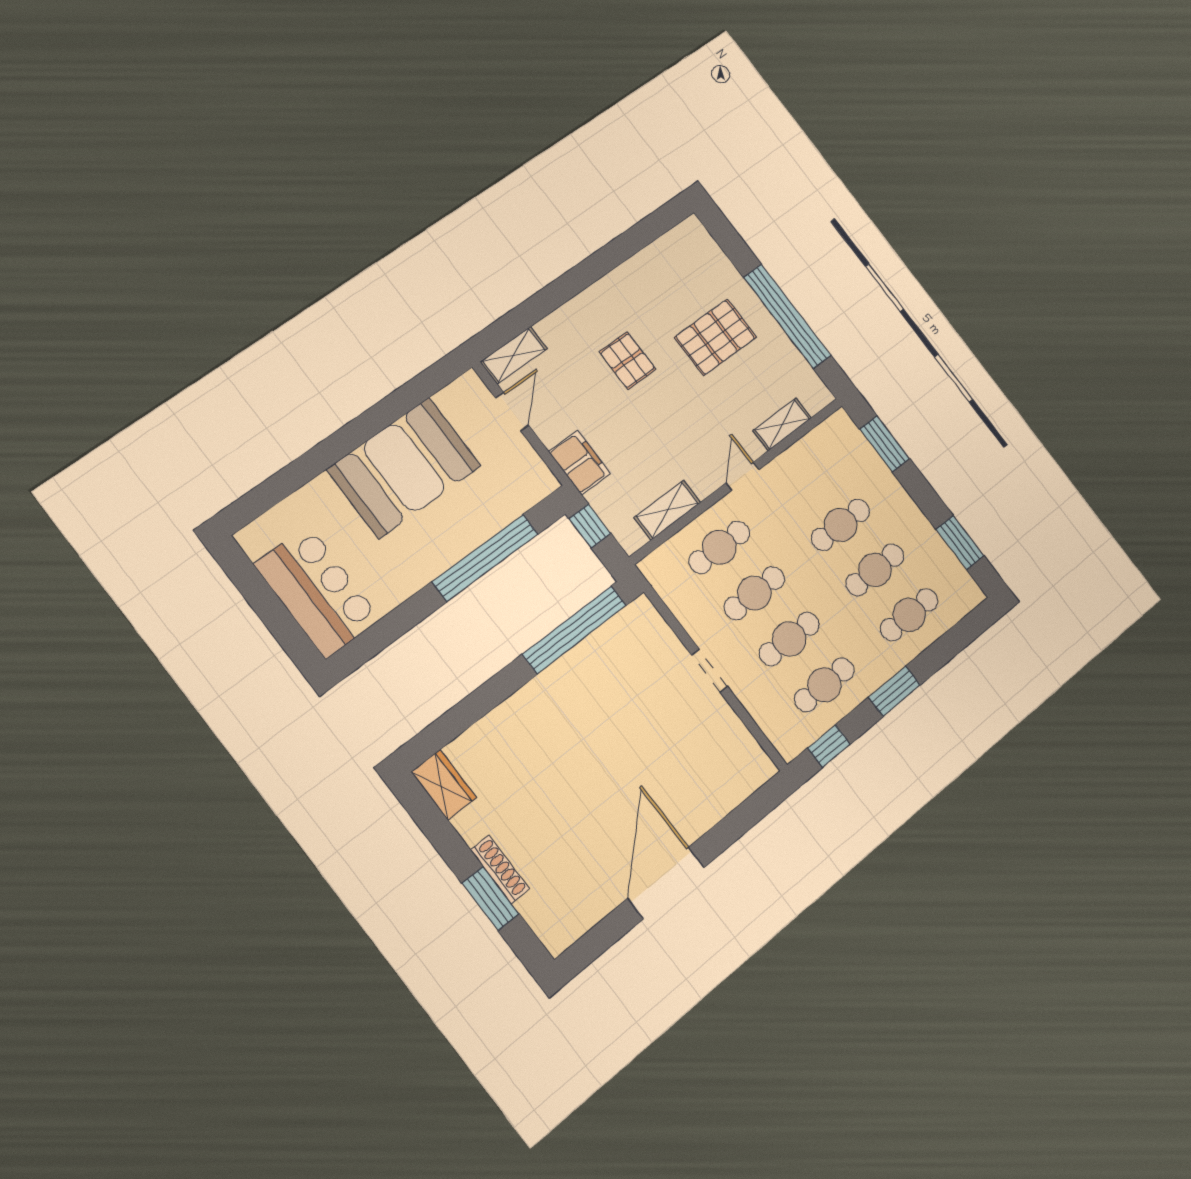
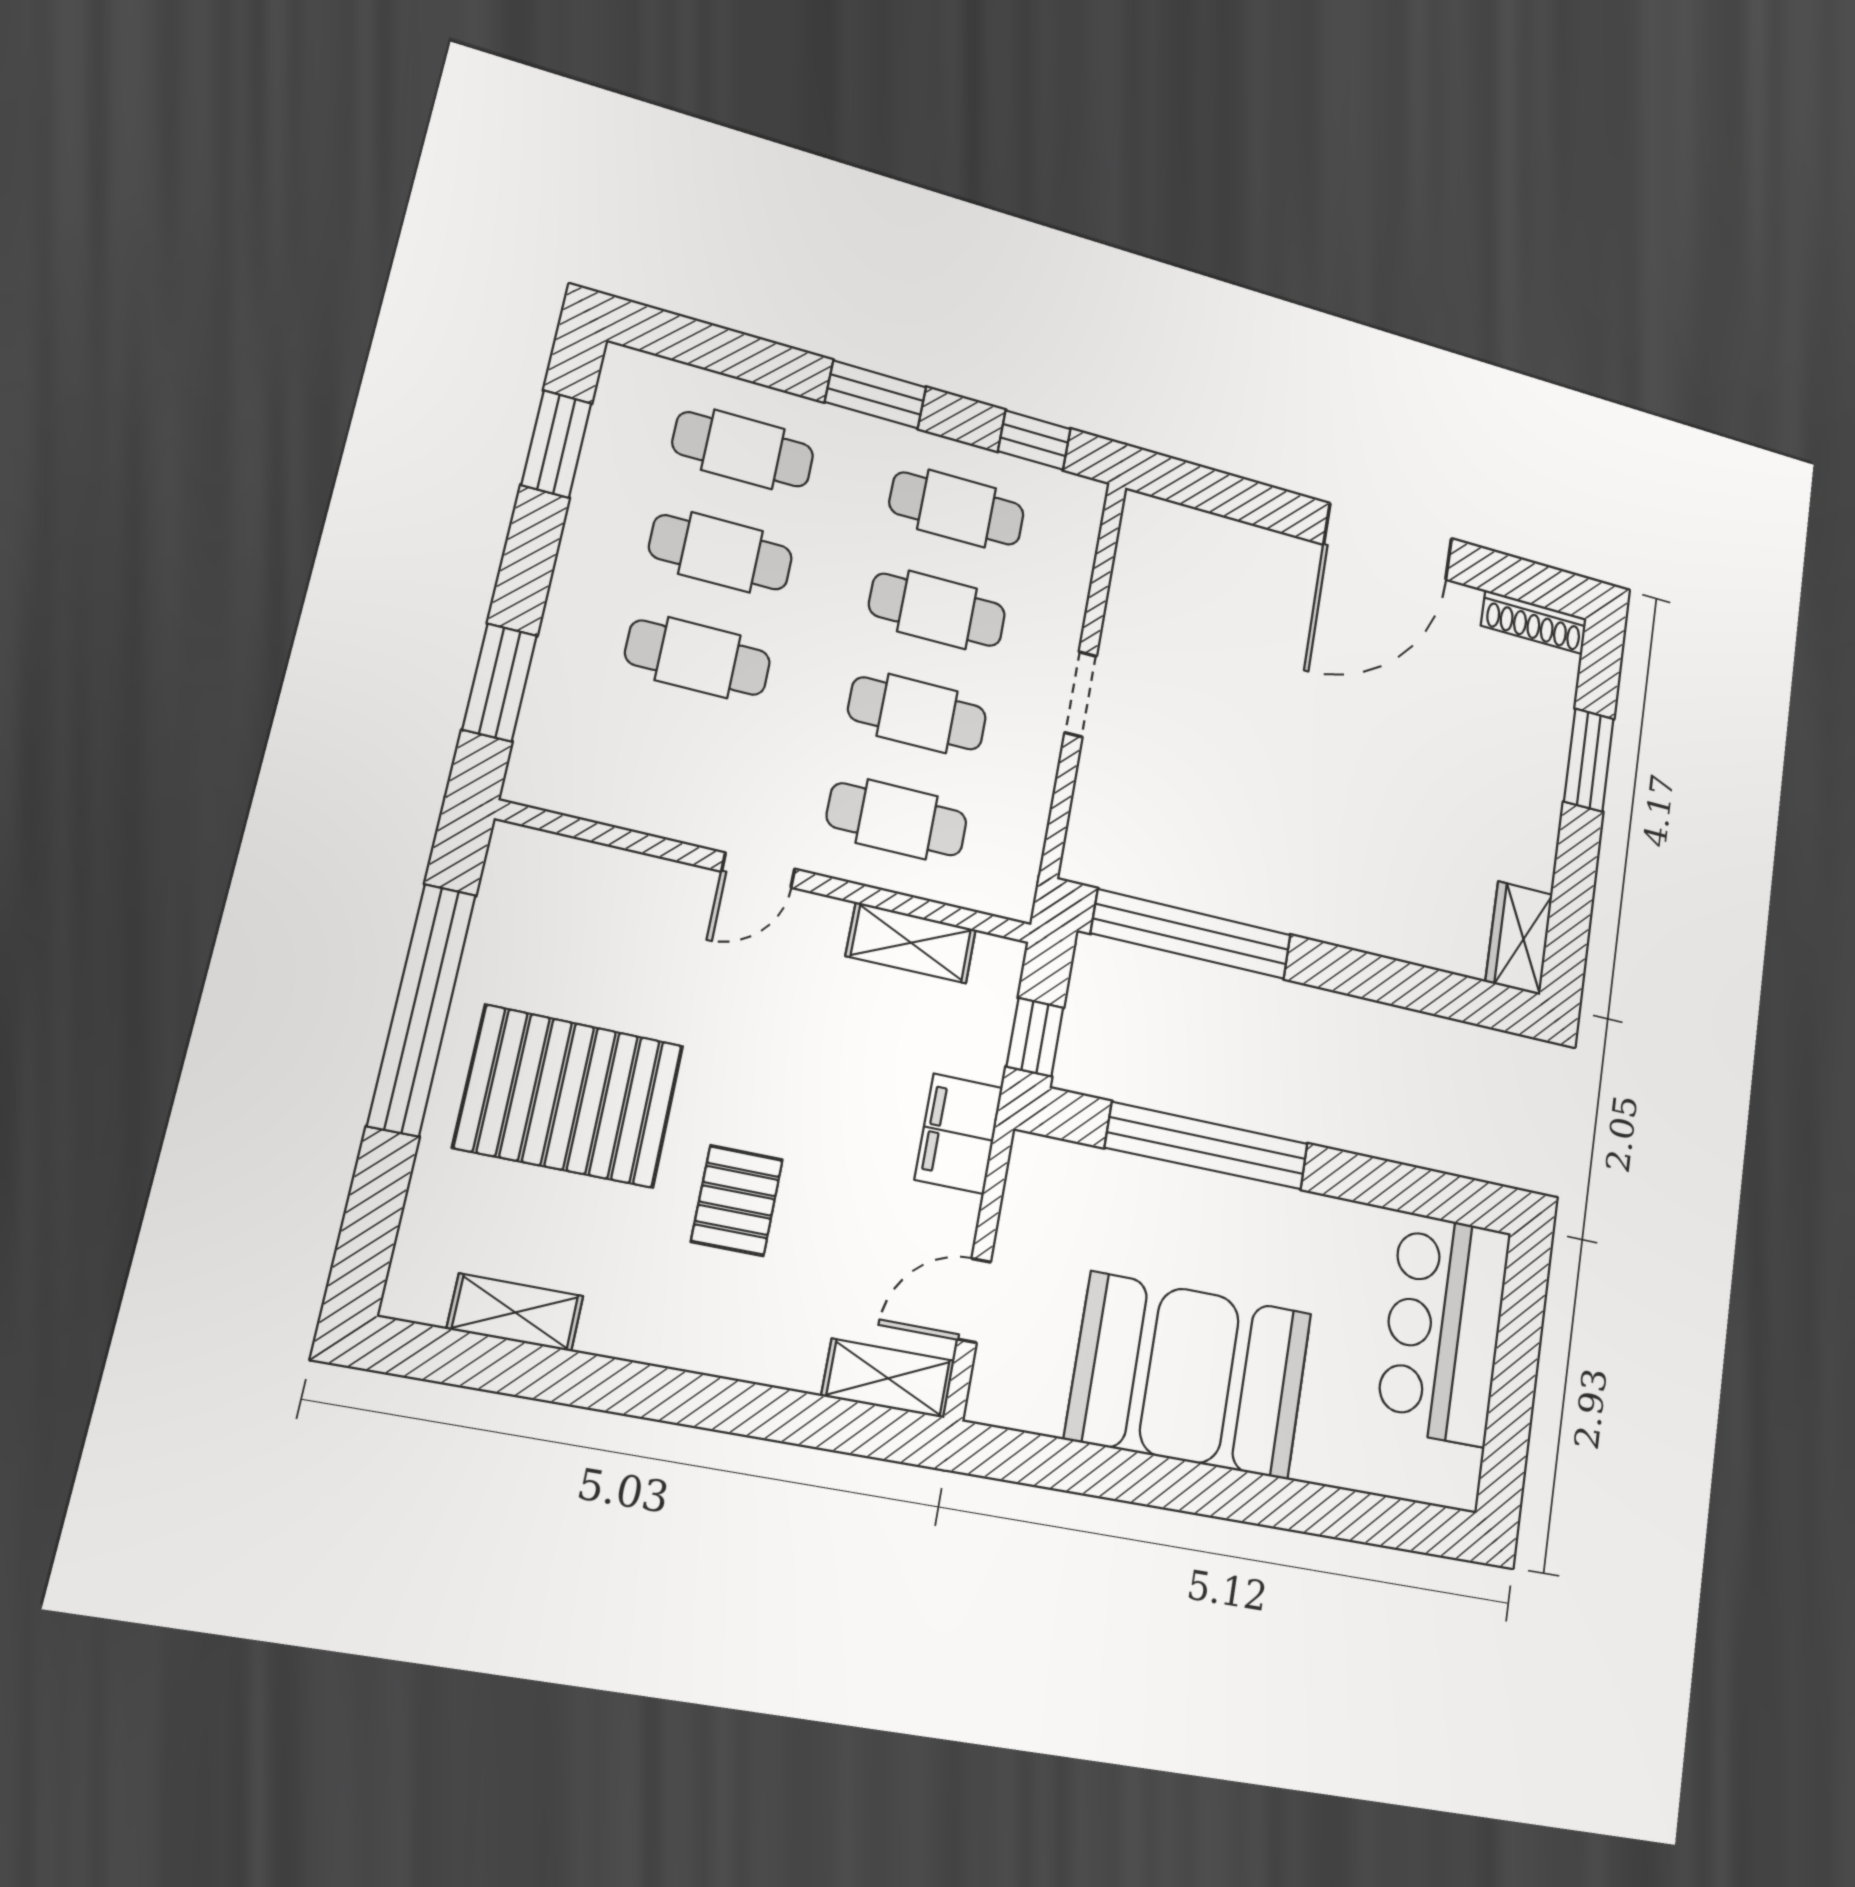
pallet: (715, 337) -> (569, 1096), width x1.37, depth x1.41
shelving: (782, 424) -> (515, 1312), moved
shoe rack: (500, 869) -> (1534, 622), moved, turned -90

